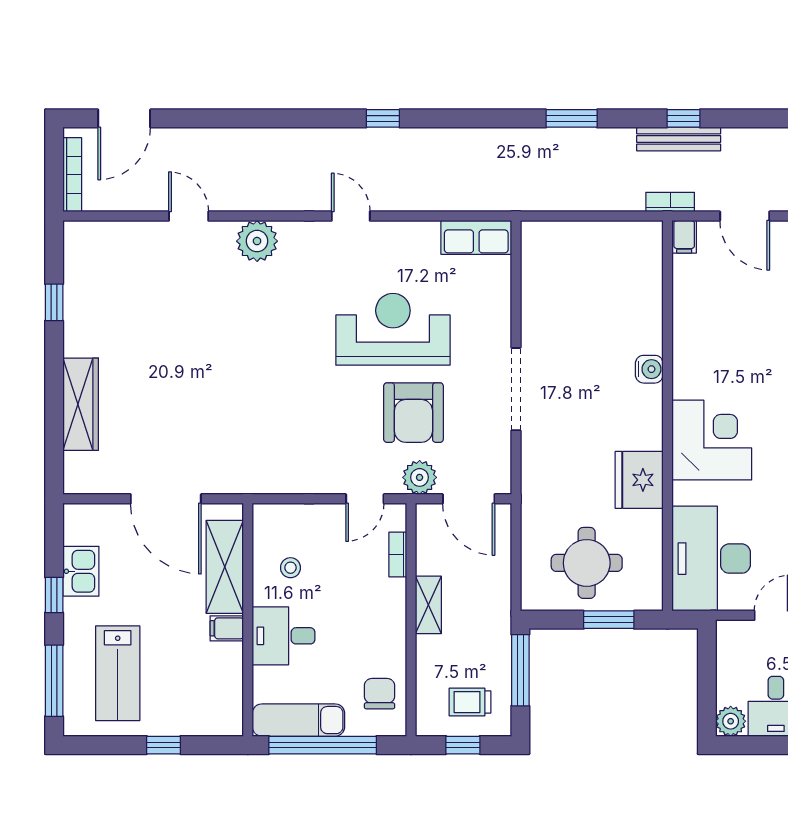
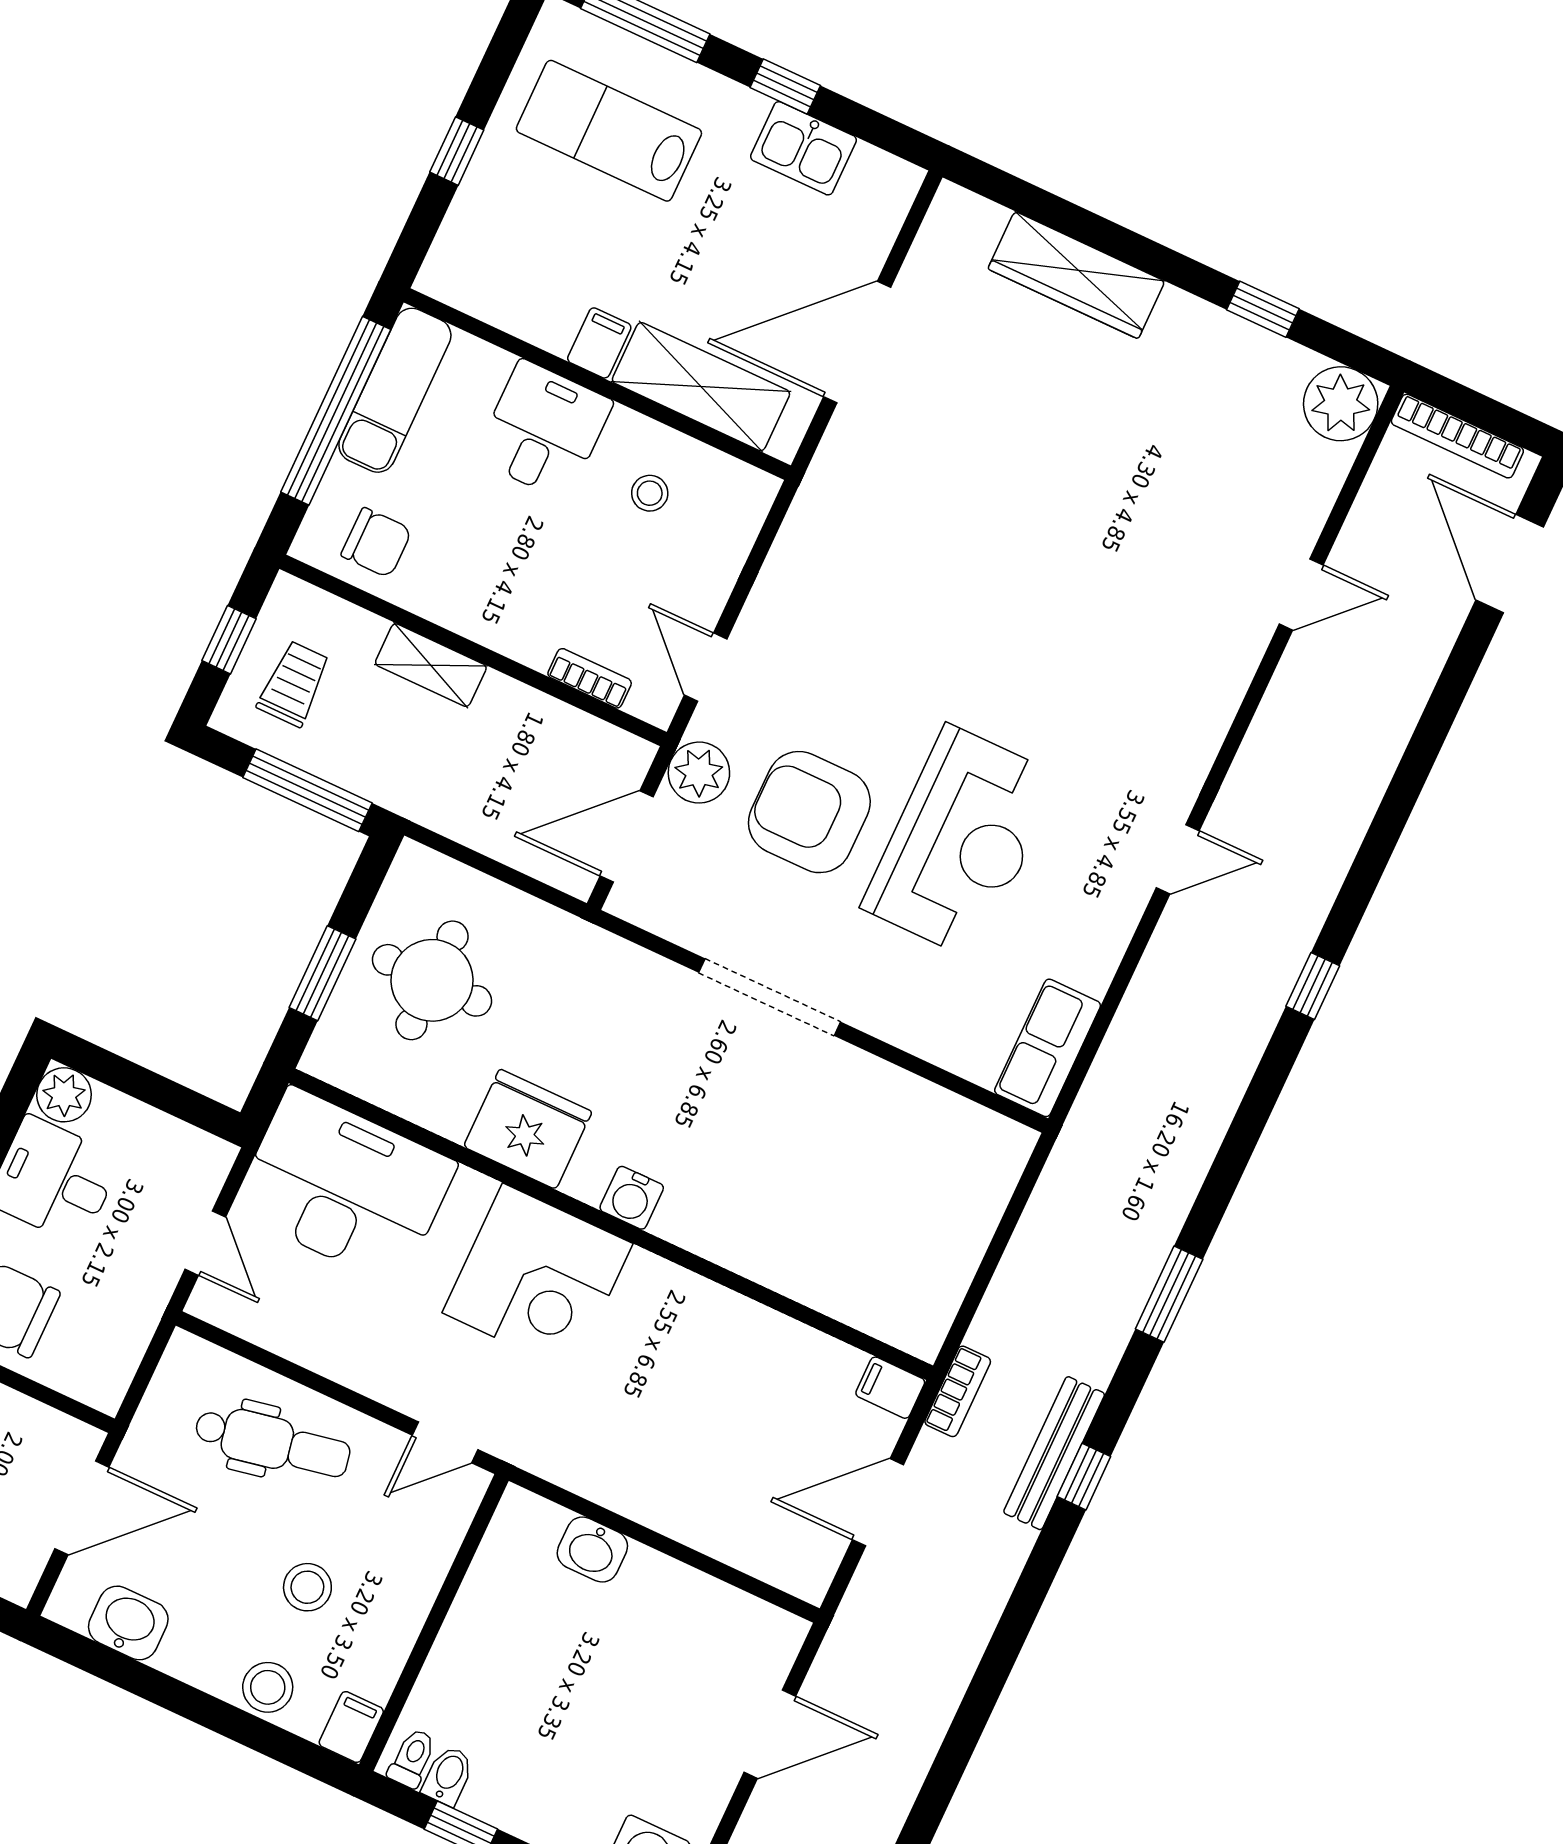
plant: (257, 241) -> (1341, 404), moved
water cooler: (649, 369) -> (632, 1198), moved
shelving: (428, 605) -> (431, 665), moved

